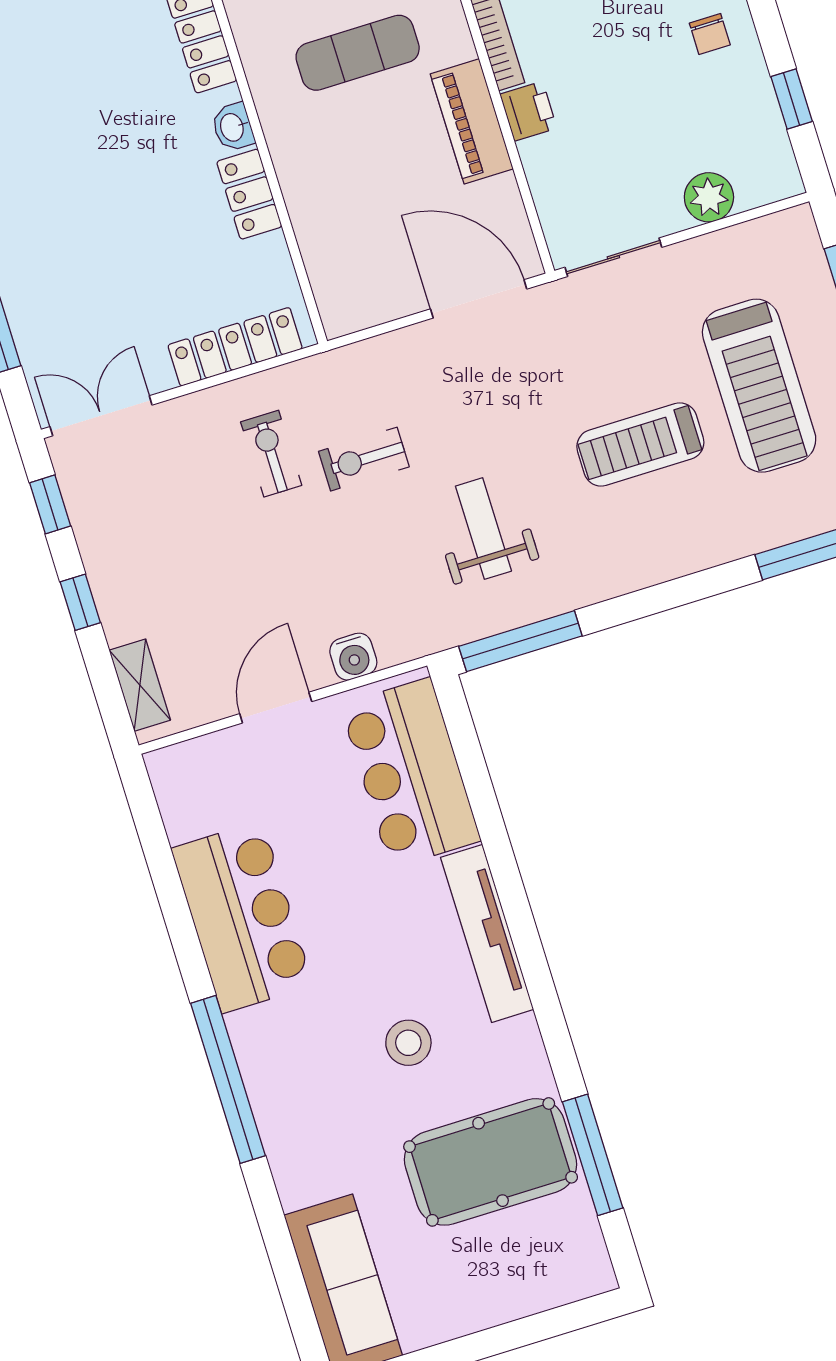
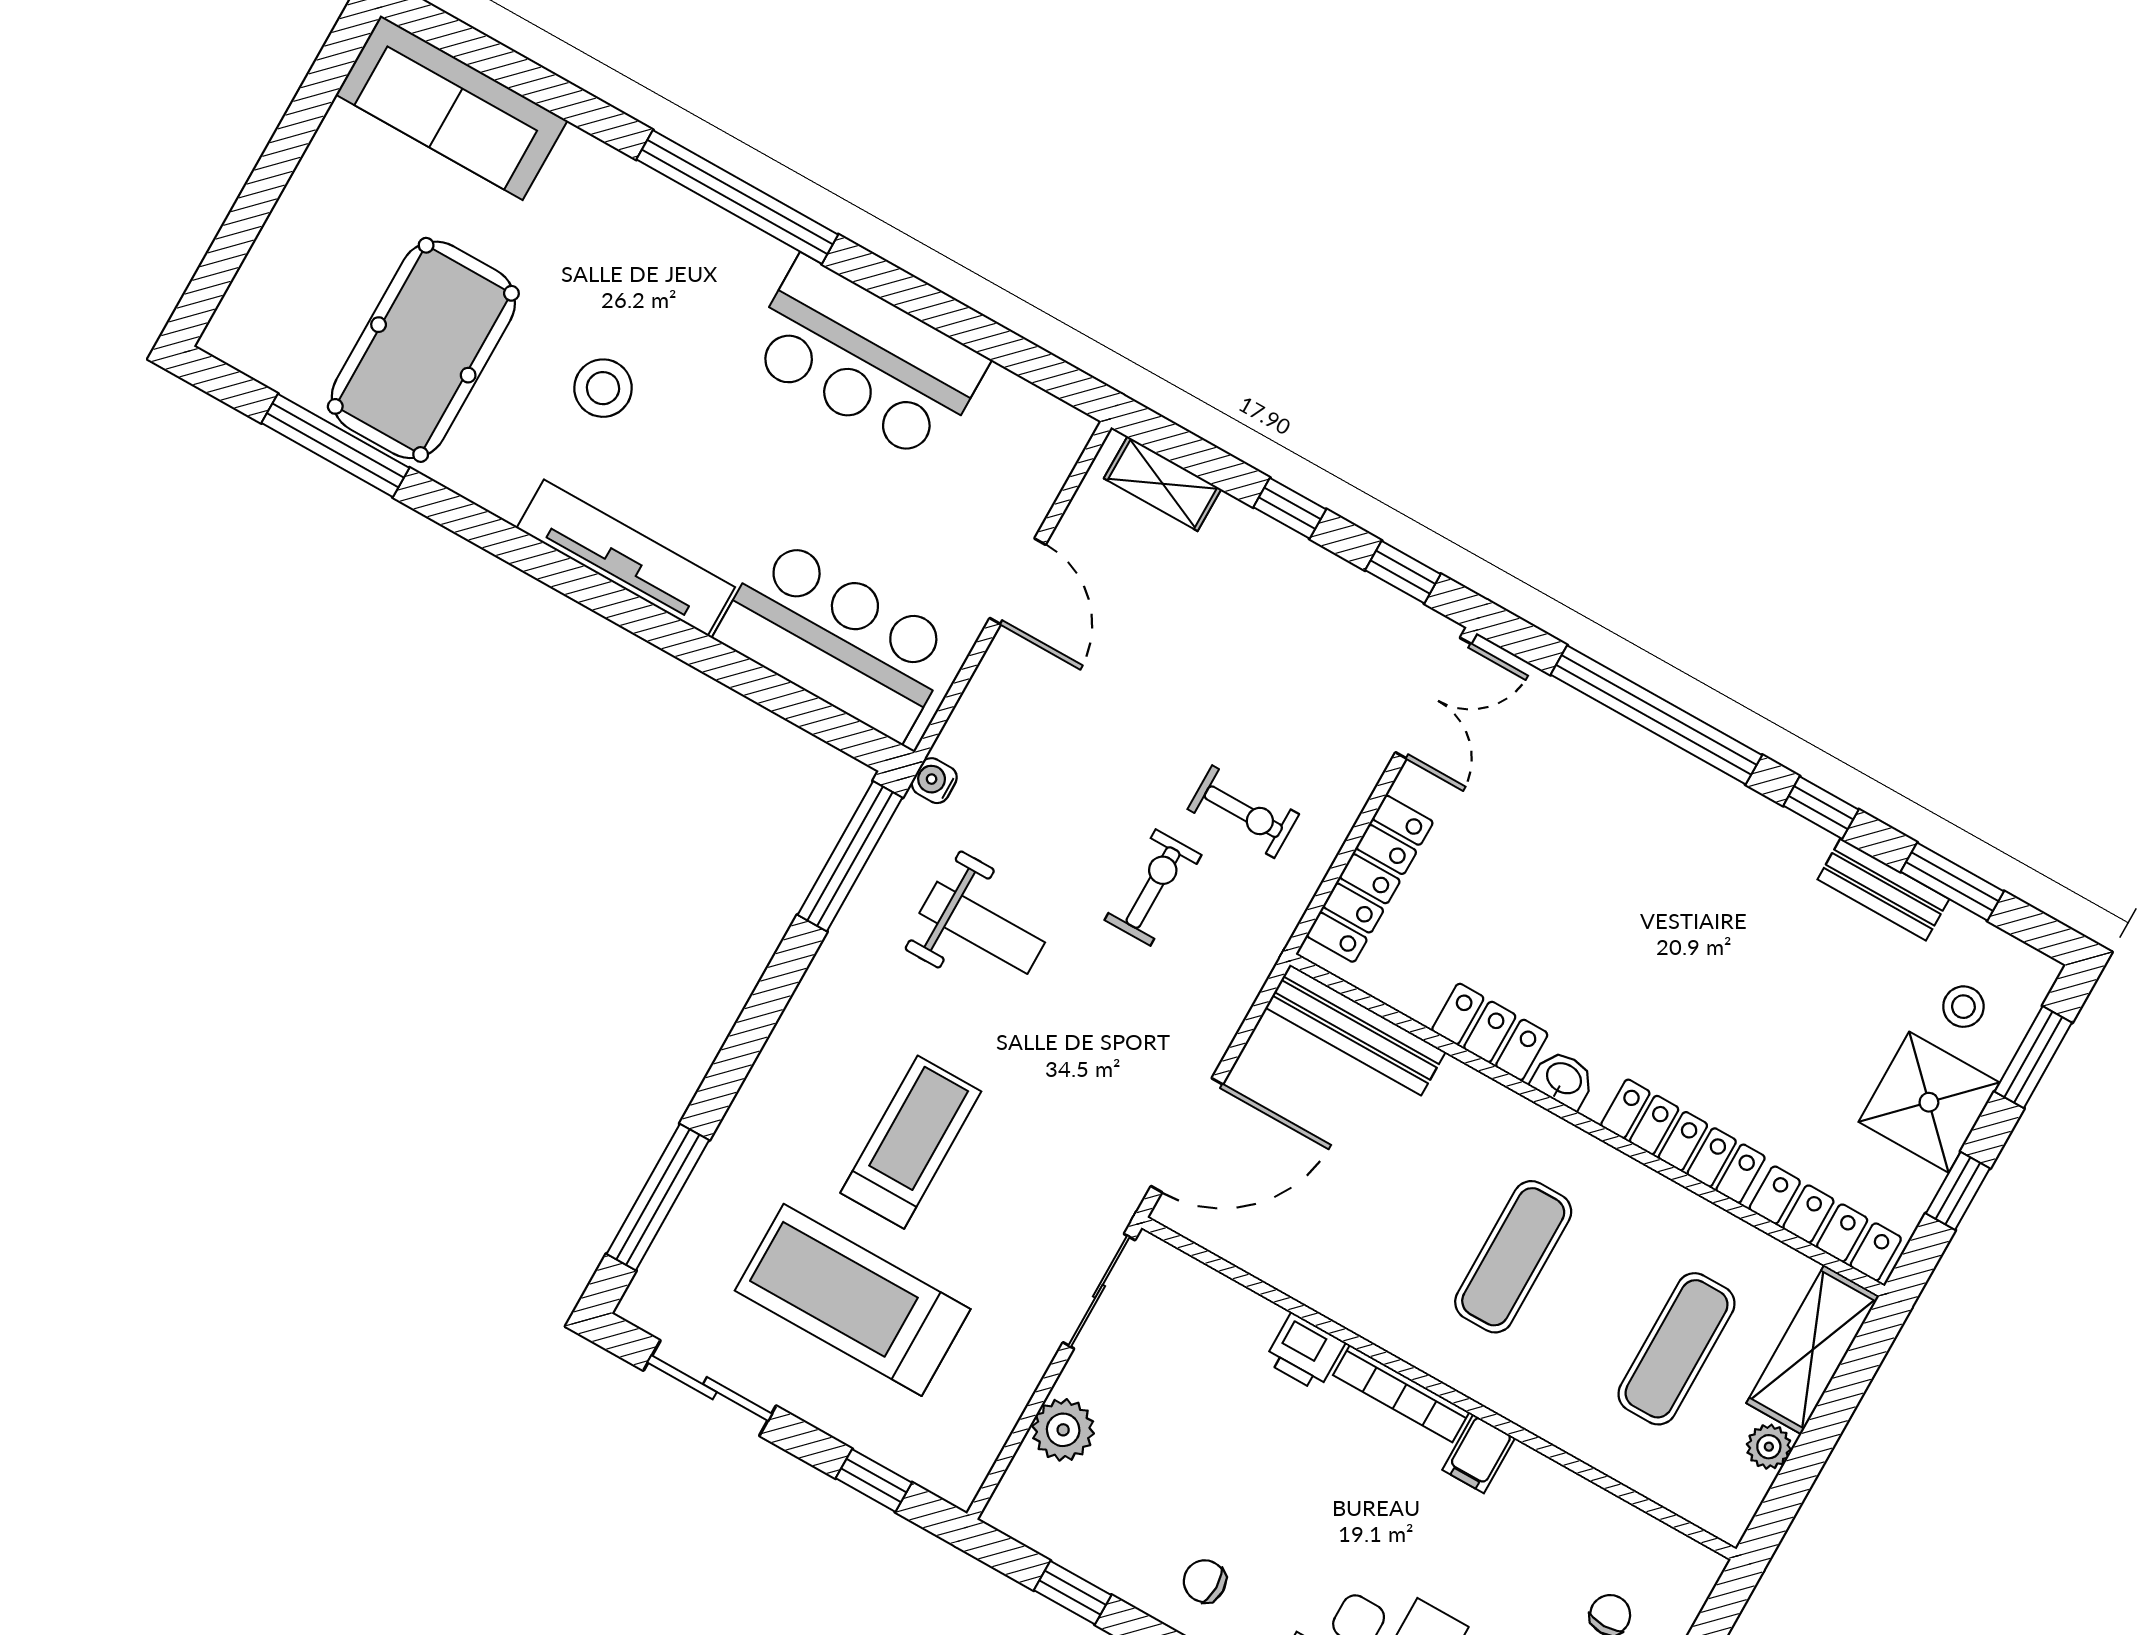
piano: (472, 121) -> (1348, 1293), removed
bench: (325, 268) -> (1356, 1030), added
water cooler: (353, 657) -> (934, 781), moved, width x0.72, depth x0.72

